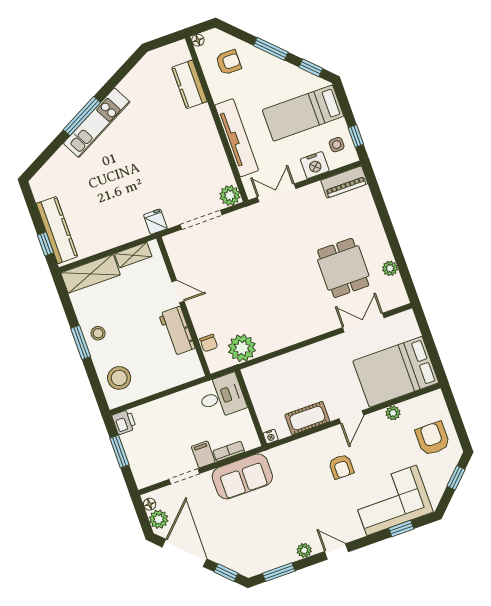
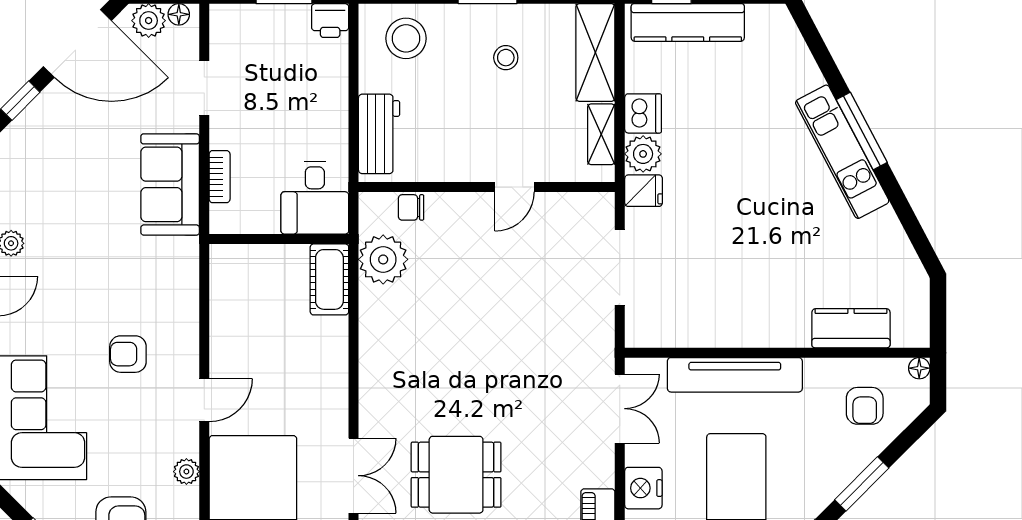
plant: (230, 195) -> (643, 154), moved
dishwasher: (114, 237) -> (643, 113), added
workbench: (177, 331) -> (379, 134), moved, turned 90
stool: (98, 333) -> (506, 58), moved
door: (351, 417) -> (204, 400), swing flipped
cot: (307, 418) -> (329, 279), moved
nightstand: (271, 436) -> (220, 255), removed
filing cabinet: (203, 454) -> (230, 133), removed

